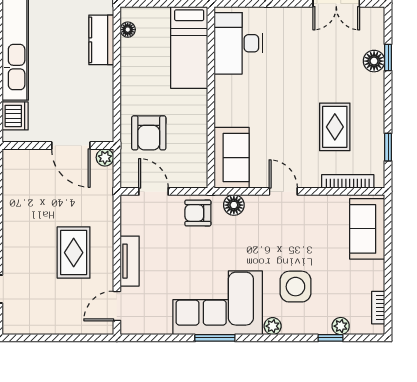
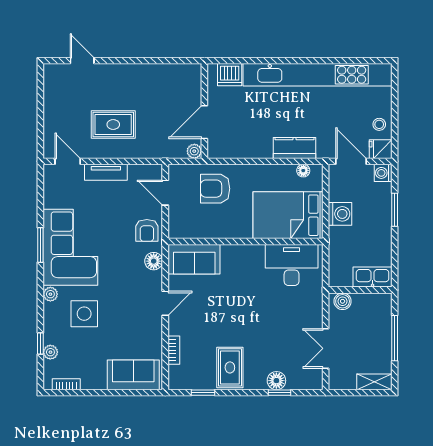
bed: (189, 48) -> (288, 215), width x1.50
rug: (335, 127) -> (230, 367), moved, turned 90
bookcase: (348, 181) -> (174, 350), width x0.64
door: (154, 191) -> (165, 193), swing flipped
armchair: (198, 213) -> (147, 230), turned 180

